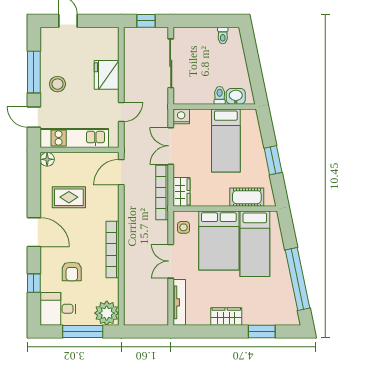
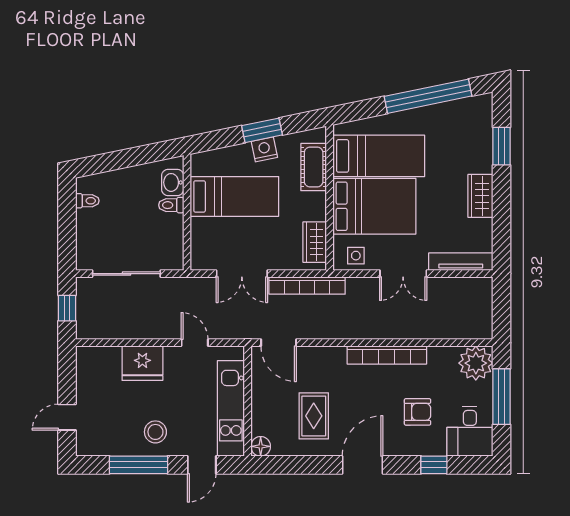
nightstand: (181, 116) -> (264, 149), moved, turned 78
wardrobe: (181, 192) -> (315, 242), moved, turned -90

